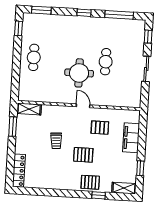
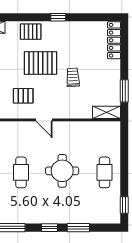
window: (41, 10) -> (78, 228), moved
round table: (79, 73) -> (62, 171), moved
pallet: (83, 155) -> (40, 63), width x1.50, depth x1.42
window: (99, 195) -> (58, 17), moved

